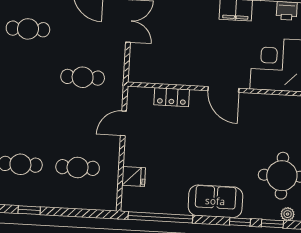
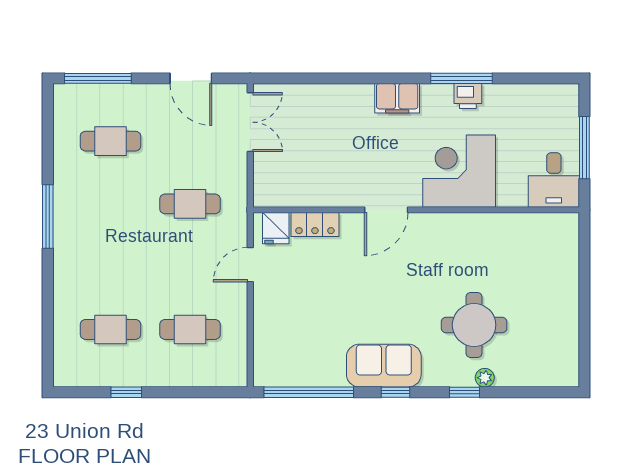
door: (223, 89) -> (386, 210), hinge flipped
fridge: (134, 177) -> (276, 228), moved, turned 90
window: (240, 222) -> (395, 392), moved

